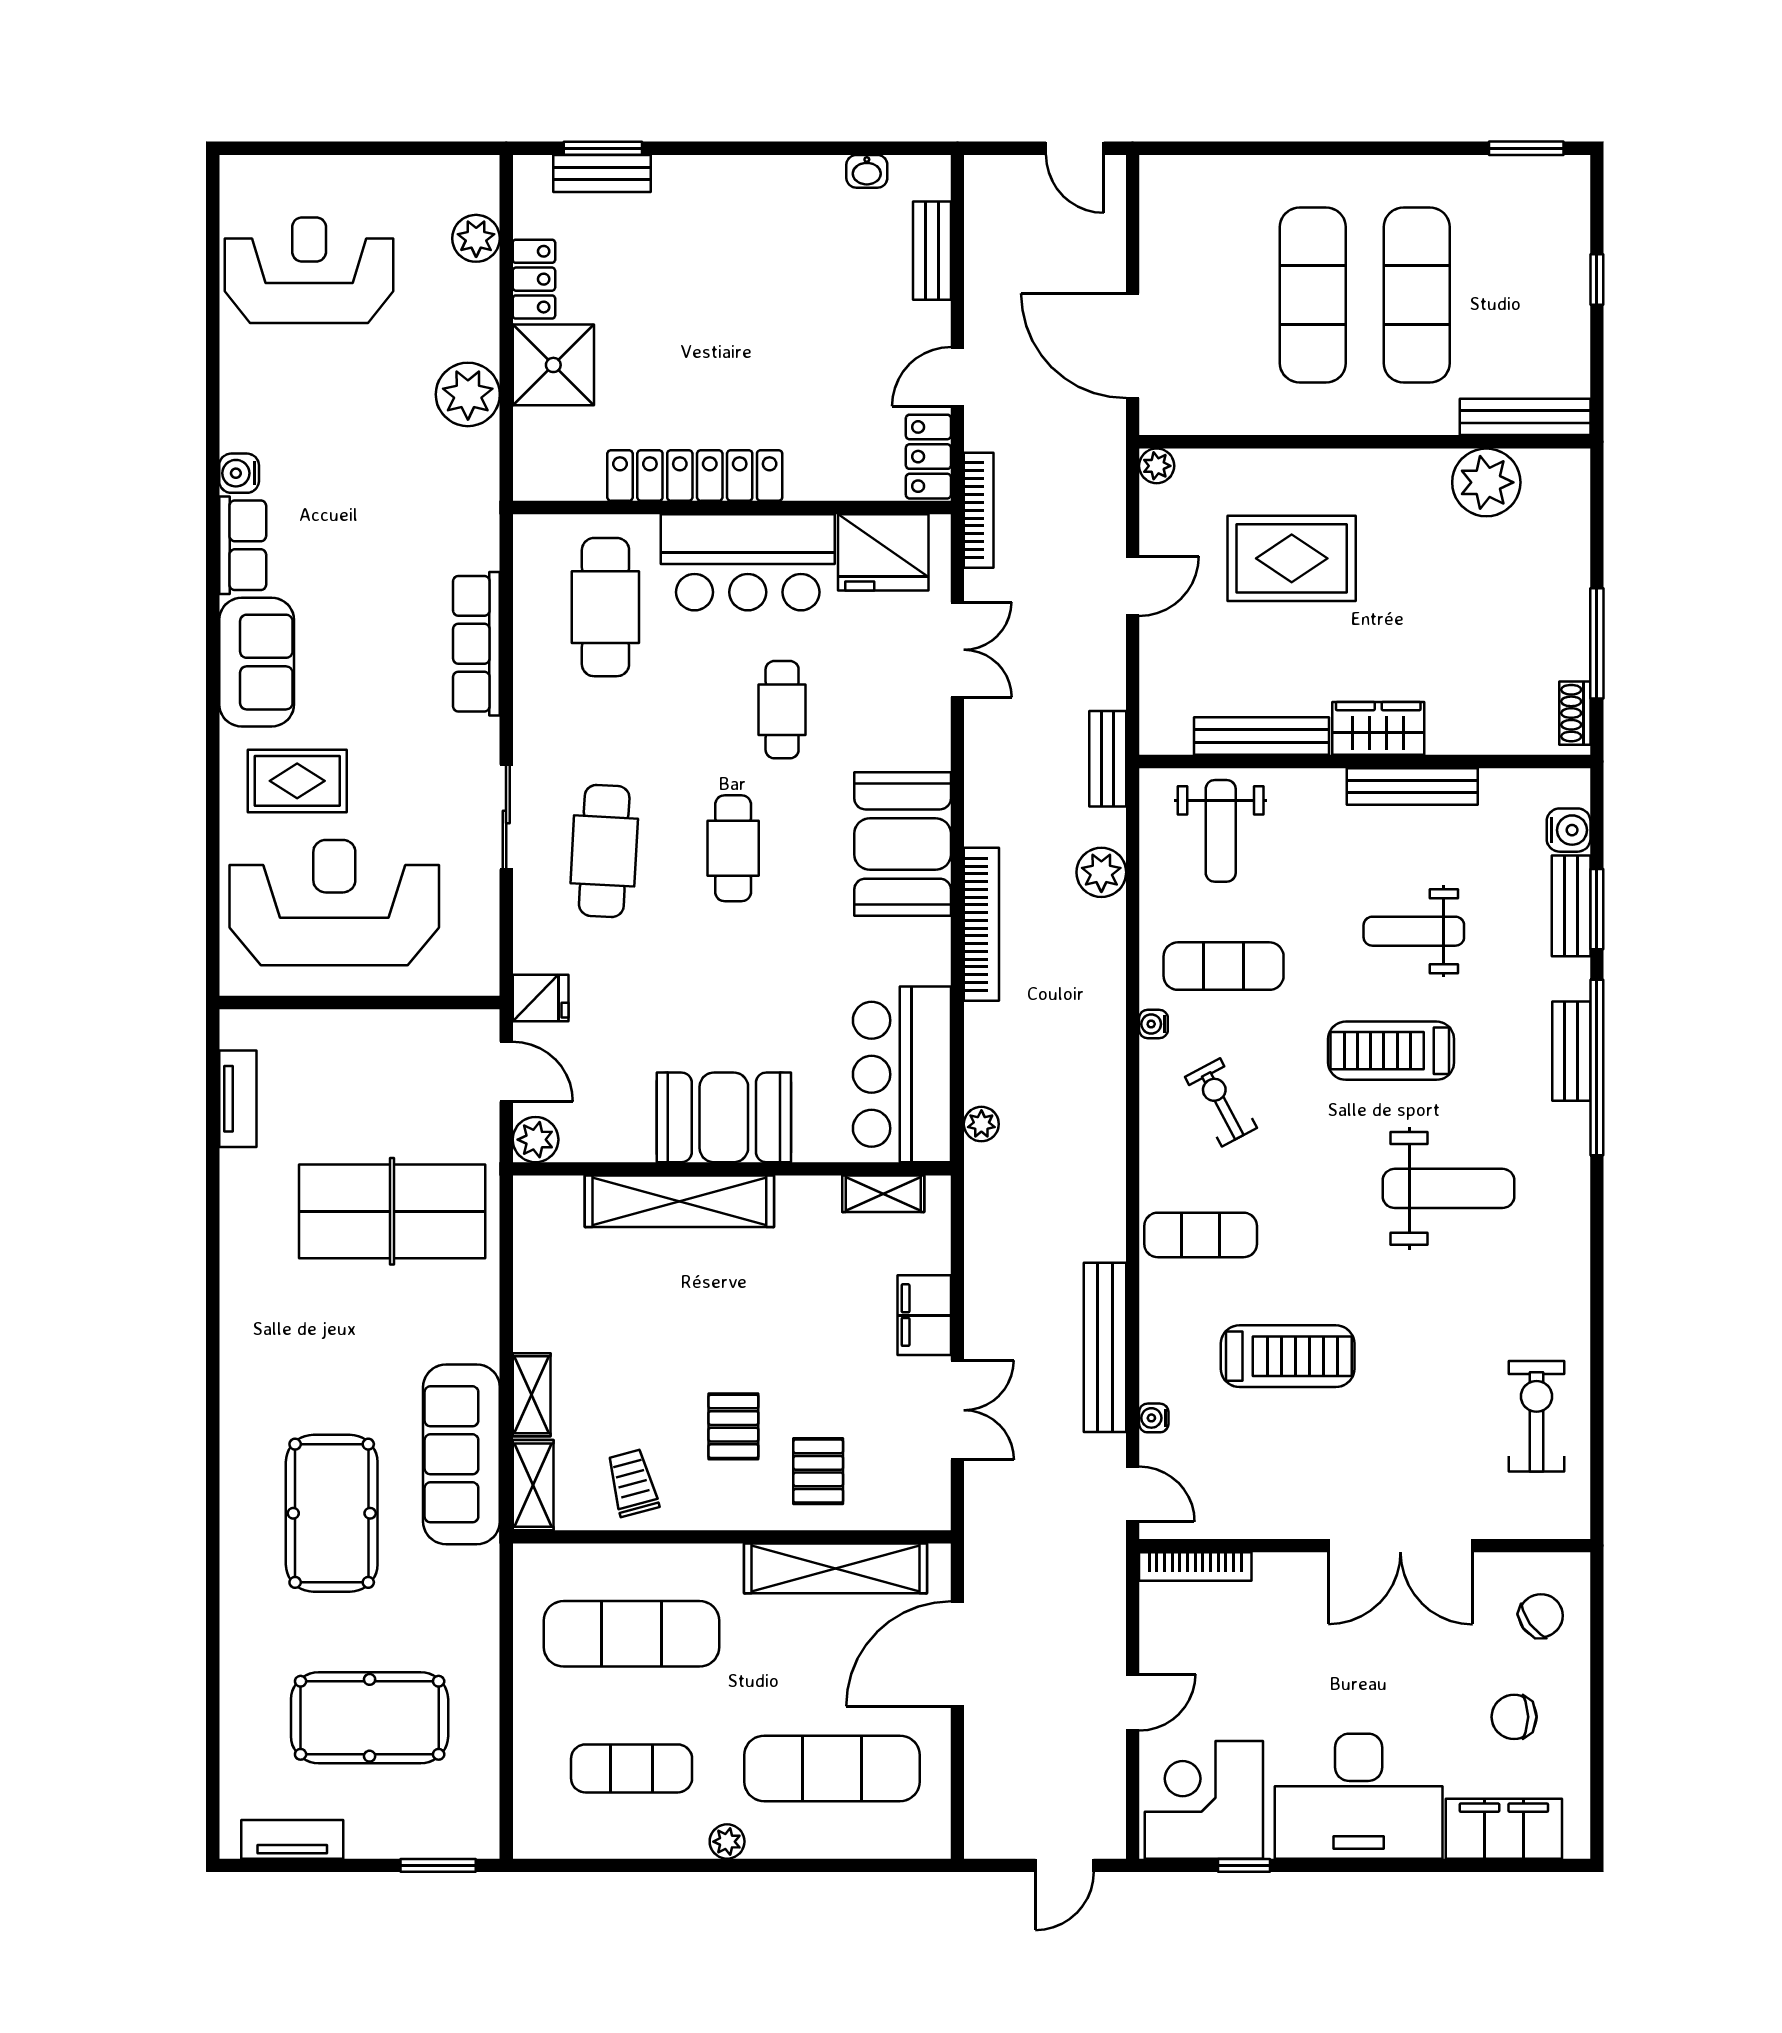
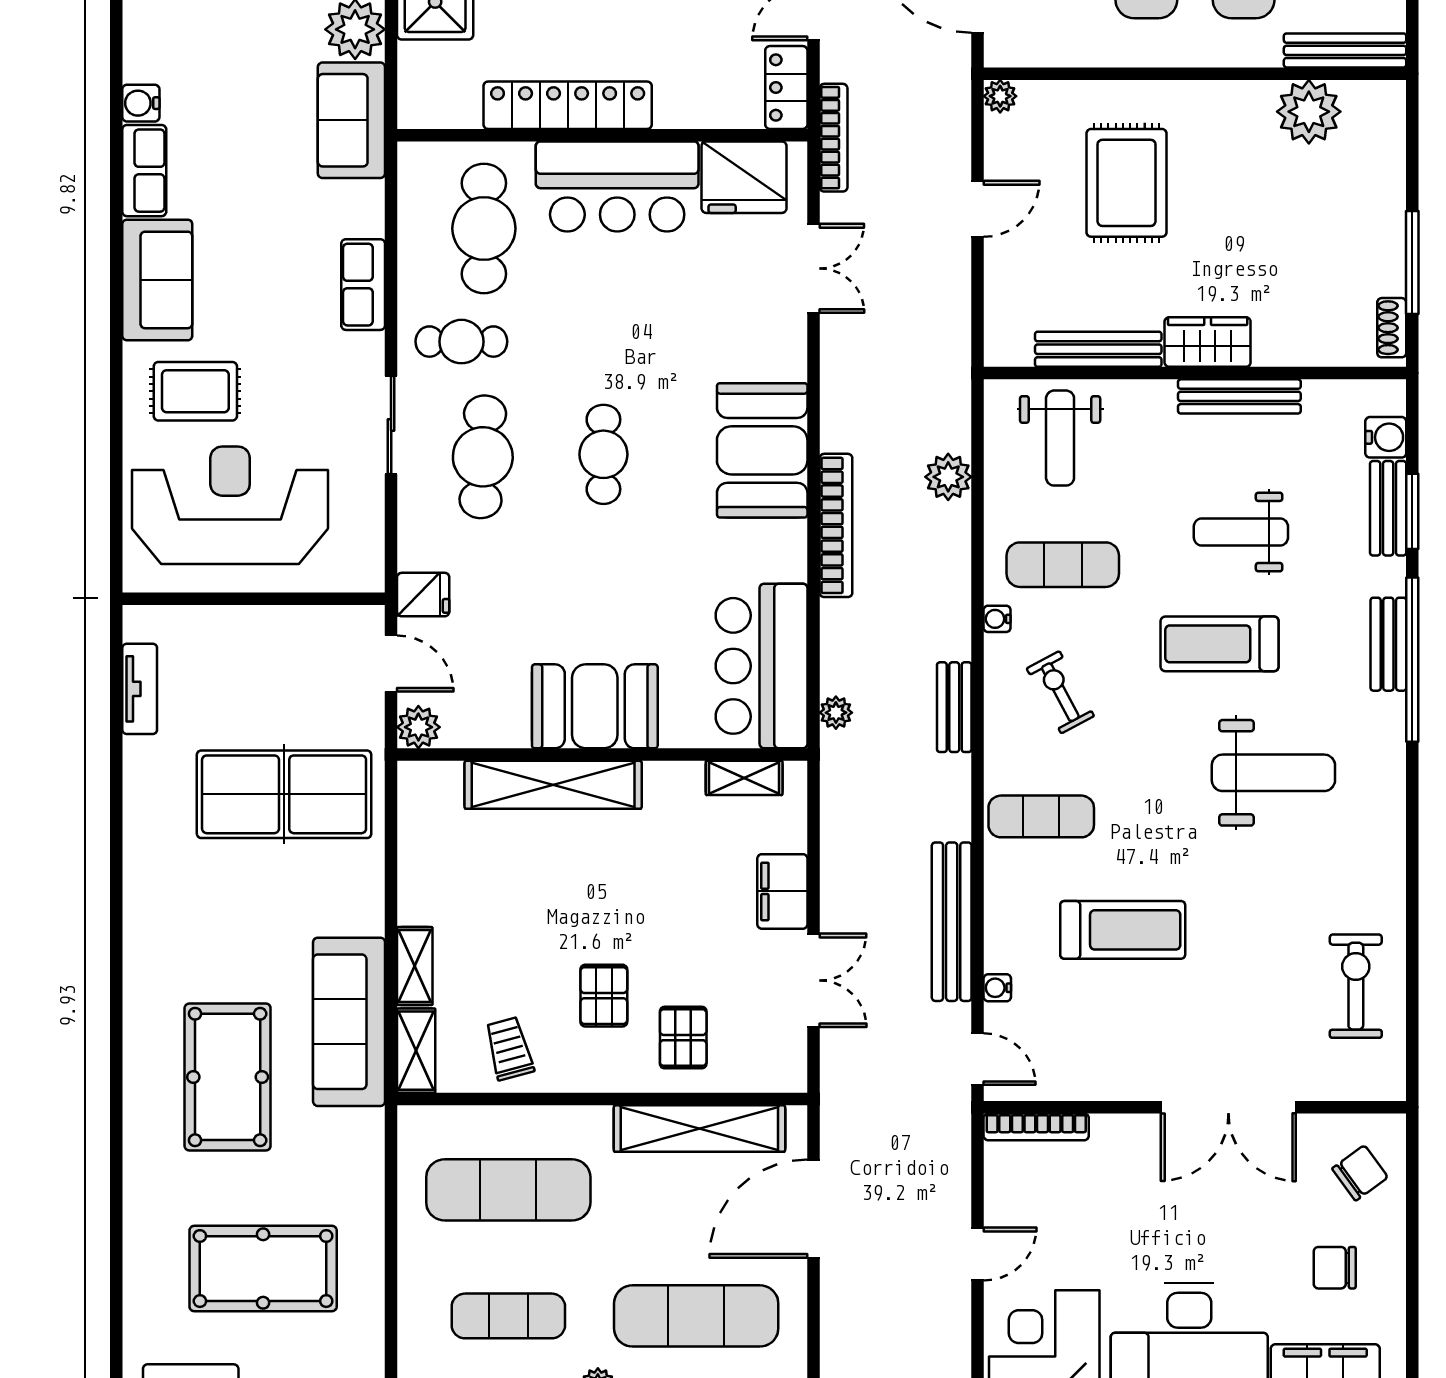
sofa: (464, 492) -> (351, 120), added
rug: (1292, 558) -> (1127, 183), turned 90
row of seats: (476, 644) -> (363, 285), width x0.68
cafe table: (782, 710) -> (461, 342), moved, turned 90
bench: (1108, 759) -> (954, 707), moved

